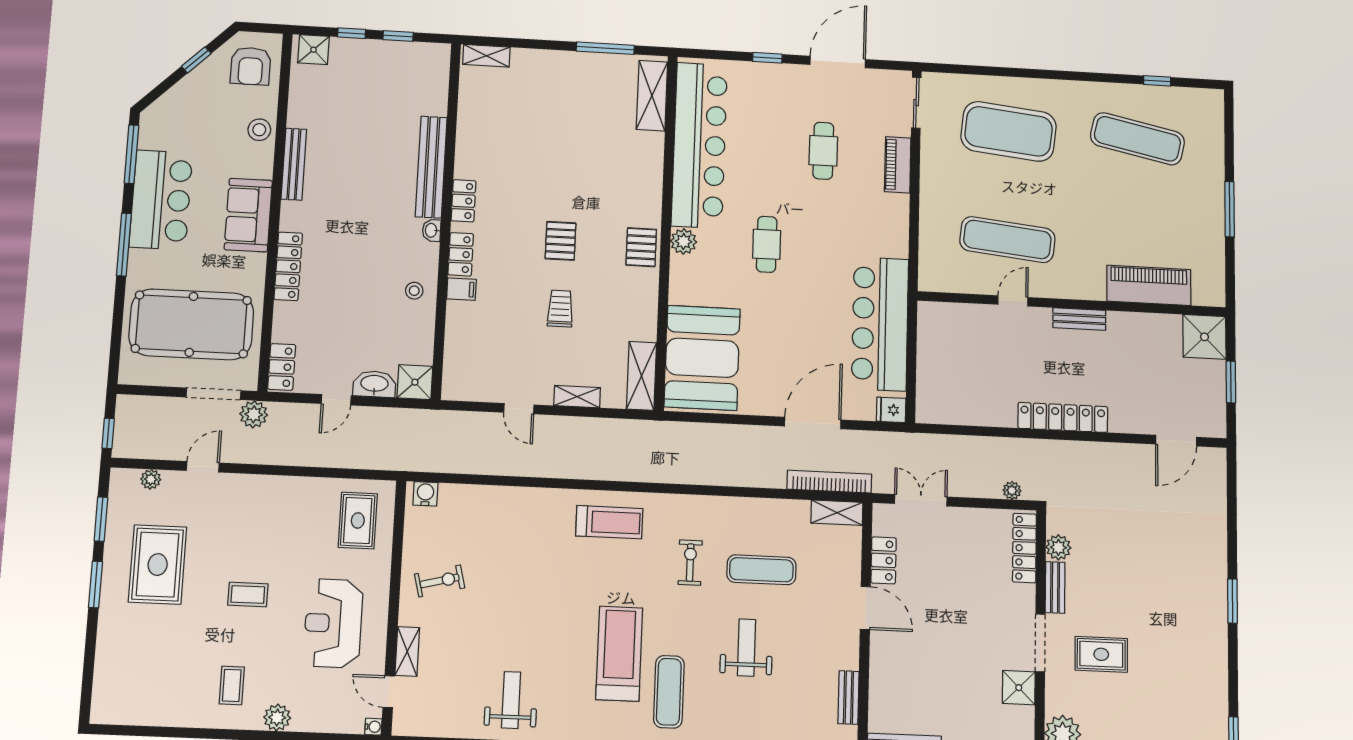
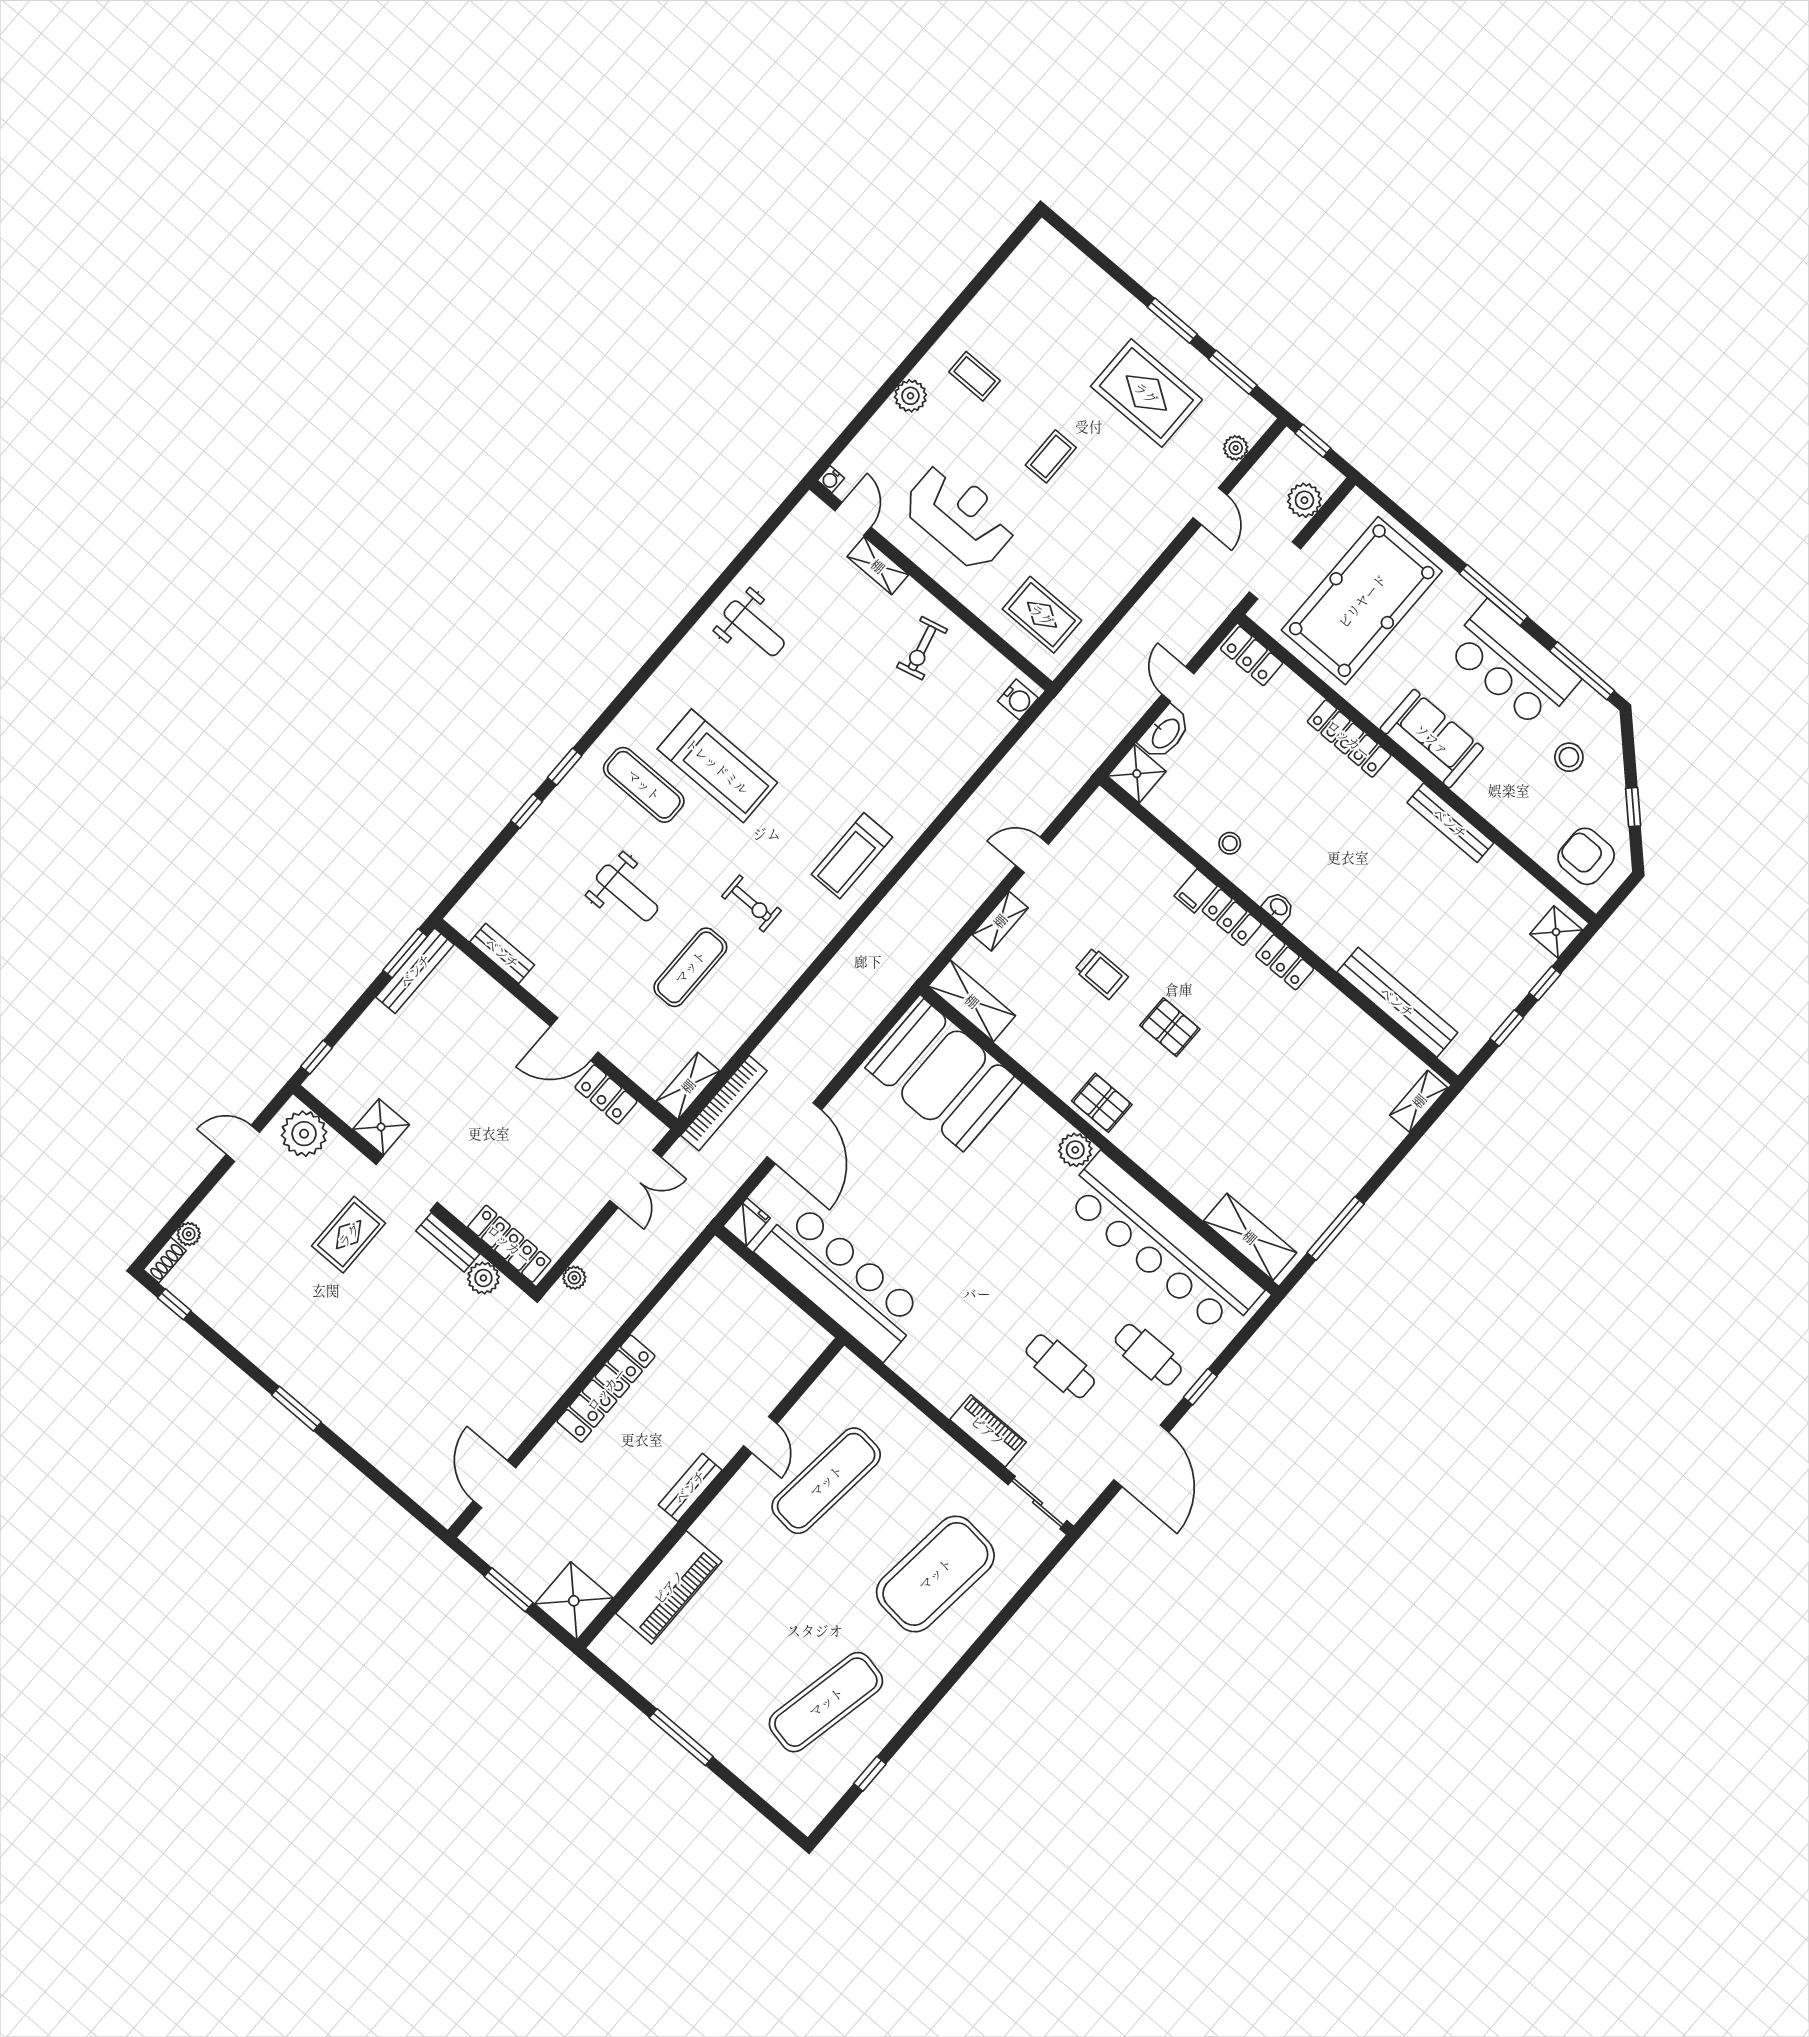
stool: (259, 130) -> (1569, 757), moved
bench: (431, 167) -> (1397, 1002), moved
cafe table: (767, 244) -> (1148, 1355), moved
plant: (254, 414) -> (1304, 500), moved
door: (389, 692) -> (853, 519), hinge flipped

